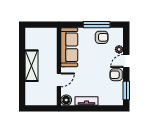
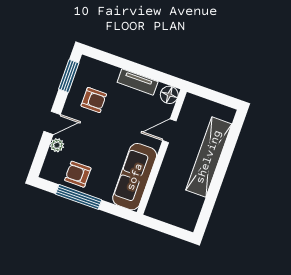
shelving: (32, 66) -> (209, 157), width x1.47
armchair: (116, 75) -> (94, 100), moved

